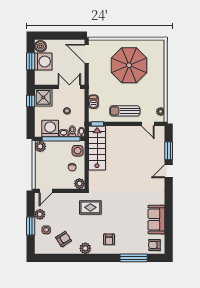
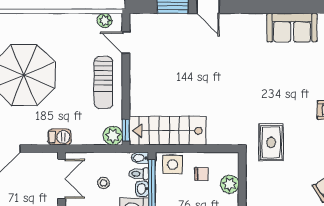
double door: (69, 87) -> (62, 179), swing flipped
barbecue: (93, 102) -> (60, 137), moved
plant: (94, 116) -> (113, 136), added
door: (148, 124) -> (126, 43), swing flipped
plant: (79, 184) -> (230, 184), moved

